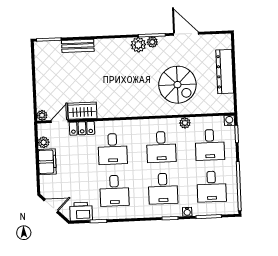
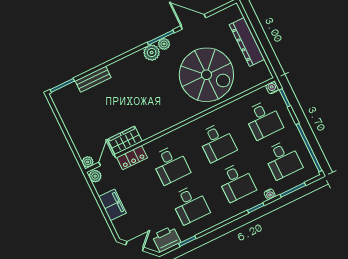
spiral stairs: (177, 85) -> (206, 75), width x1.37, depth x1.37
plant: (185, 123) -> (230, 109), removed
plant: (44, 142) -> (95, 176), moved

